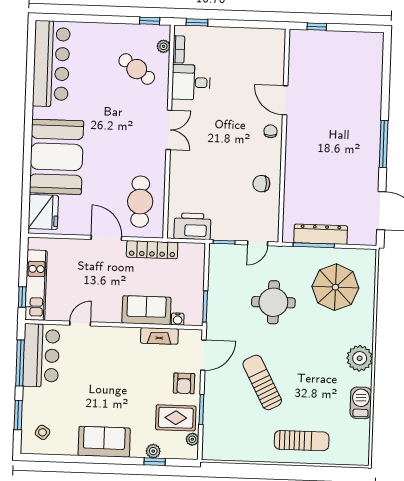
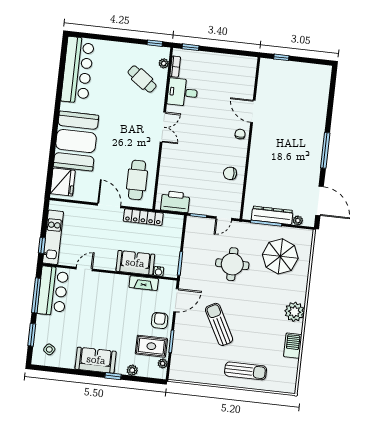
plant: (355, 238) -> (298, 220), added
armchair: (184, 383) -> (160, 321), turned 180
window: (155, 462) -> (113, 376), moved

